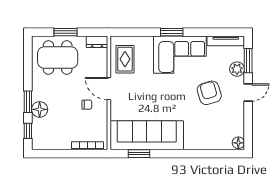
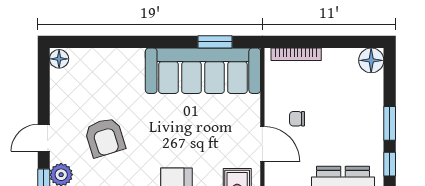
floor lamp: (40, 109) -> (371, 60), moved
window: (28, 131) -> (390, 164), moved

